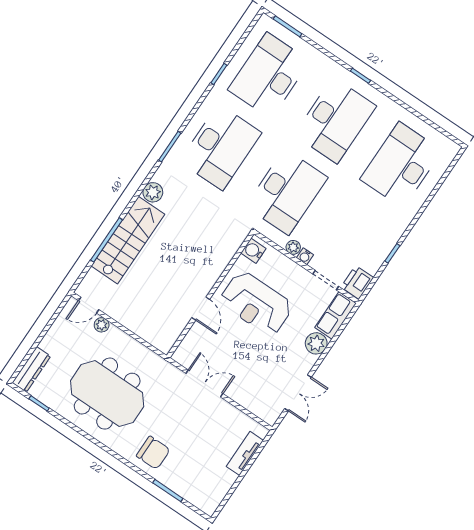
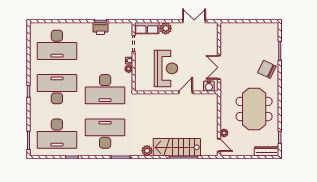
desk: (287, 192) -> (105, 89), turned 180
water cooler: (253, 251) -> (209, 86), moved
printer: (357, 282) -> (100, 28), moved
chair: (153, 453) -> (267, 69), turned -64
tv unit: (245, 453) -> (239, 27), removed

